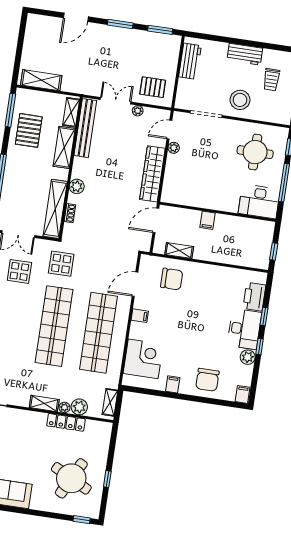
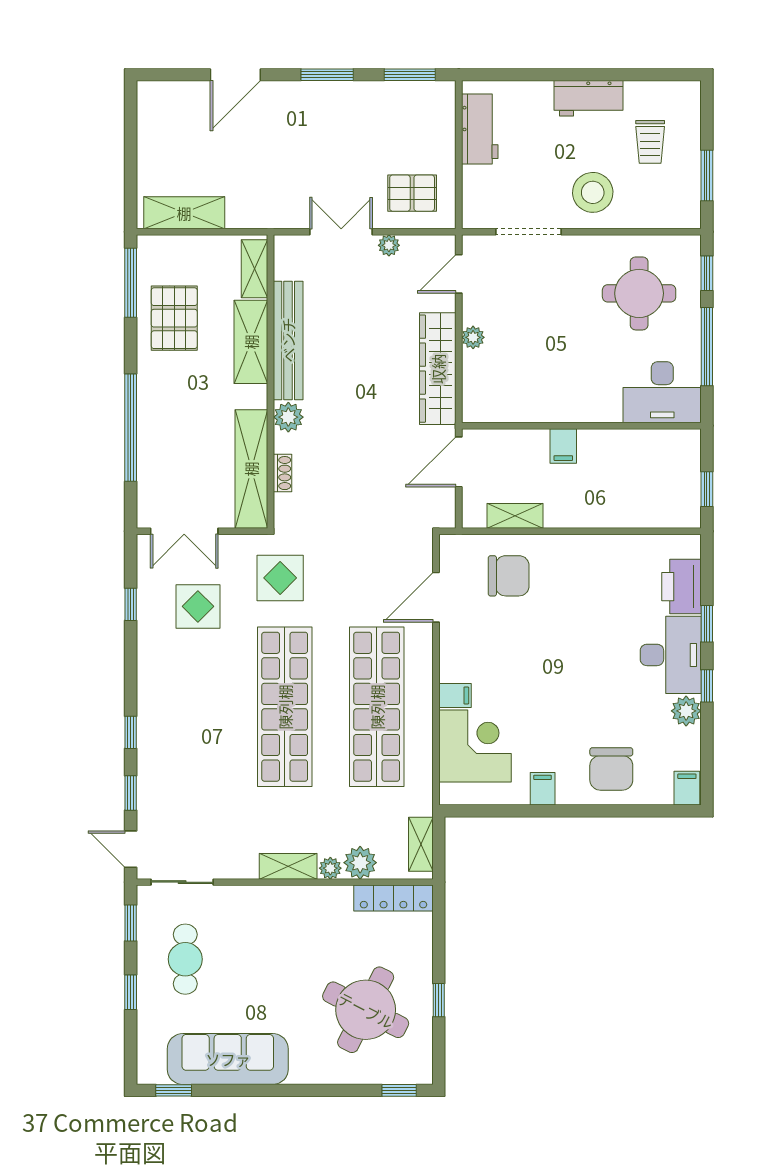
bench: (85, 128) -> (288, 340), moved
plant: (174, 148) -> (473, 337), moved
filing cabinet: (140, 316) -> (455, 695), moved
locker: (66, 422) -> (393, 898), moved

